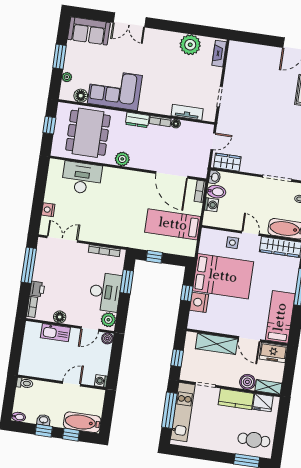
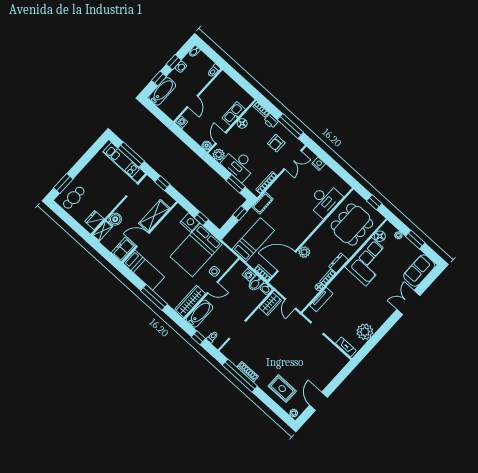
dining table: (88, 133) -> (352, 224), turned 90
plant: (122, 159) -> (304, 252), moved
cot: (128, 240) -> (263, 203), added
armchair: (56, 268) -> (276, 143), added
kitchen counter: (236, 399) -> (109, 204), removed

